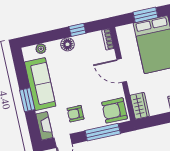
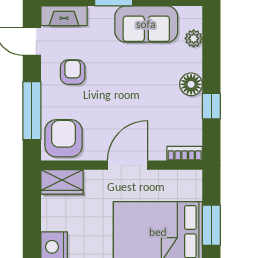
sofa: (40, 84) -> (146, 24), width x0.73

